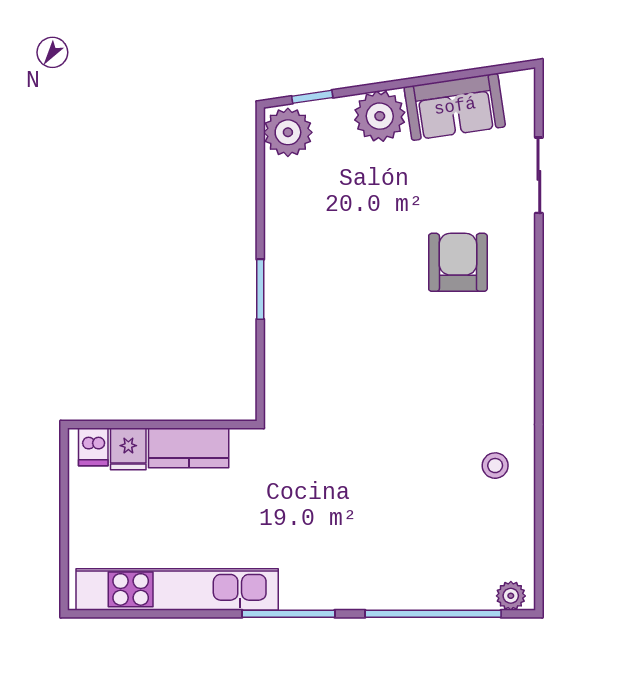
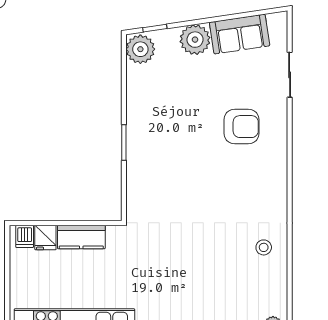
armchair: (458, 262) -> (242, 127), turned 90

